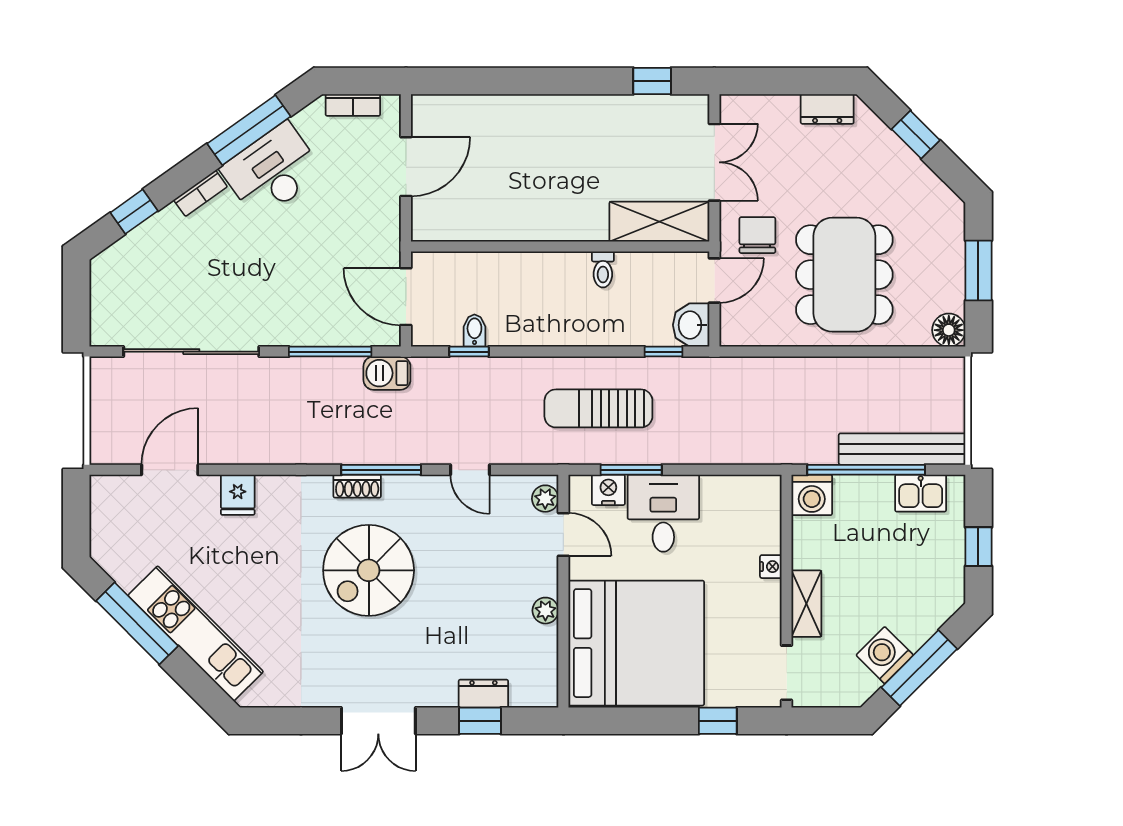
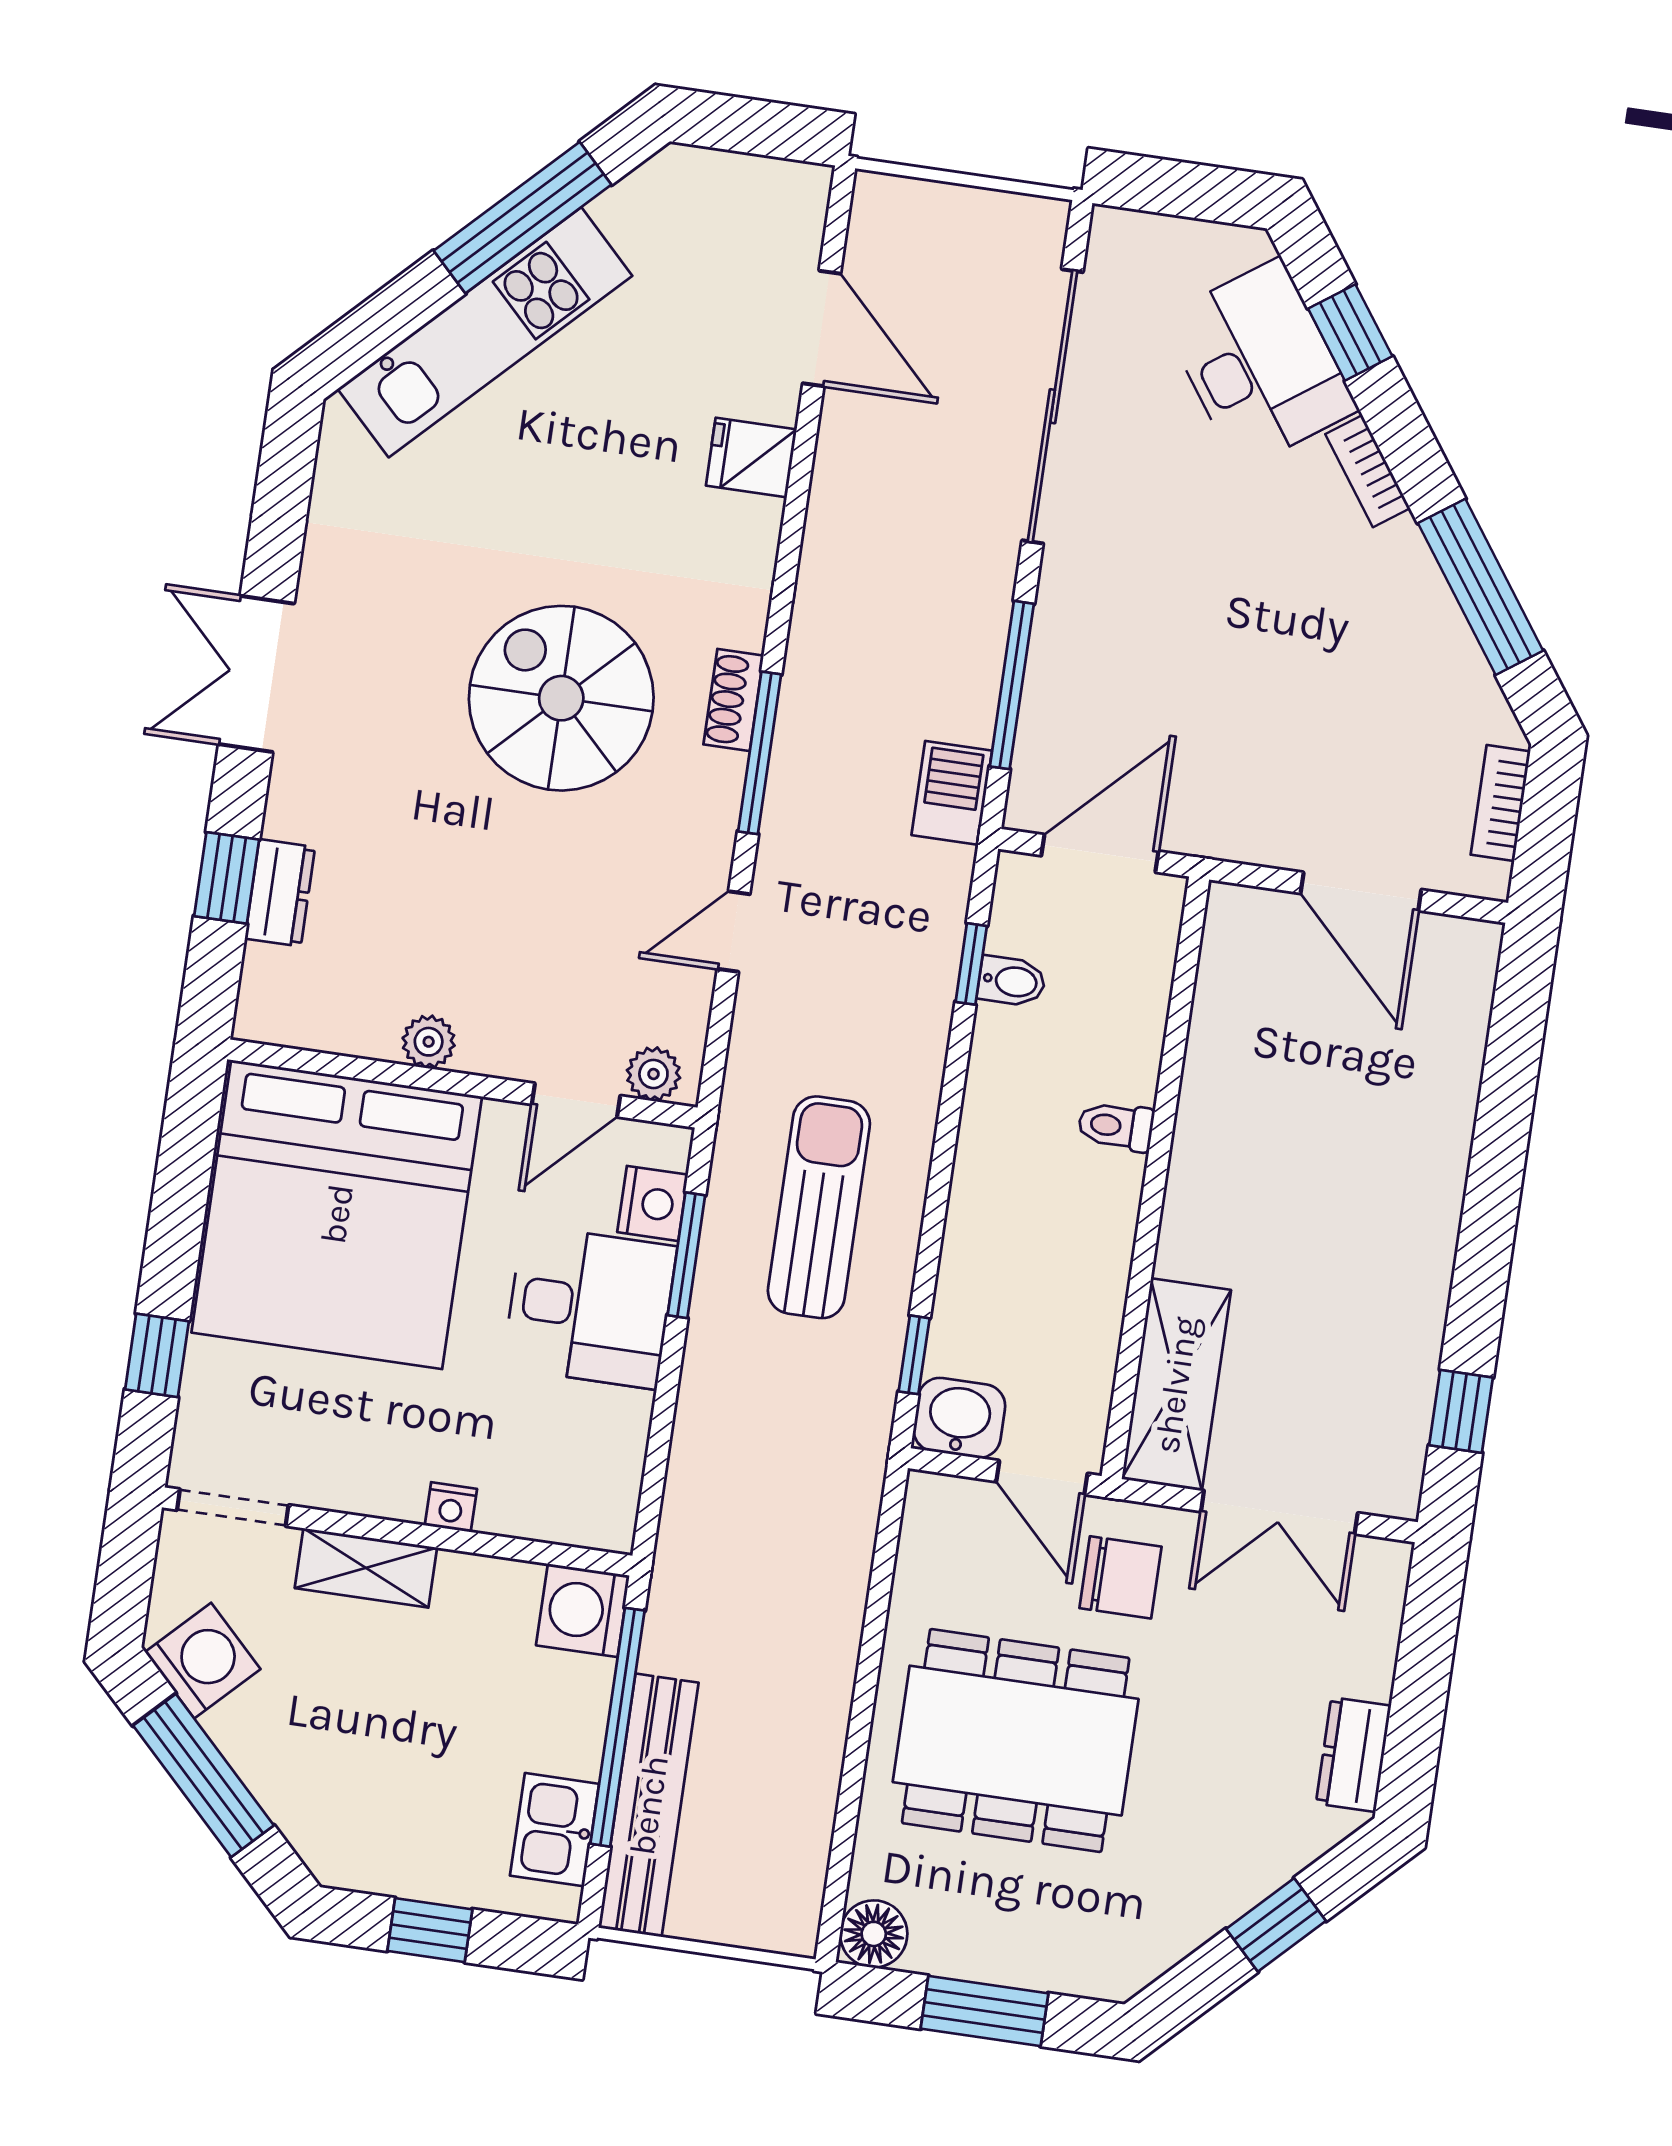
desk: (272, 171) -> (1260, 364), moved
toilet: (603, 269) -> (1116, 1126), moved
washing machine: (885, 655) -> (203, 1661), moved

